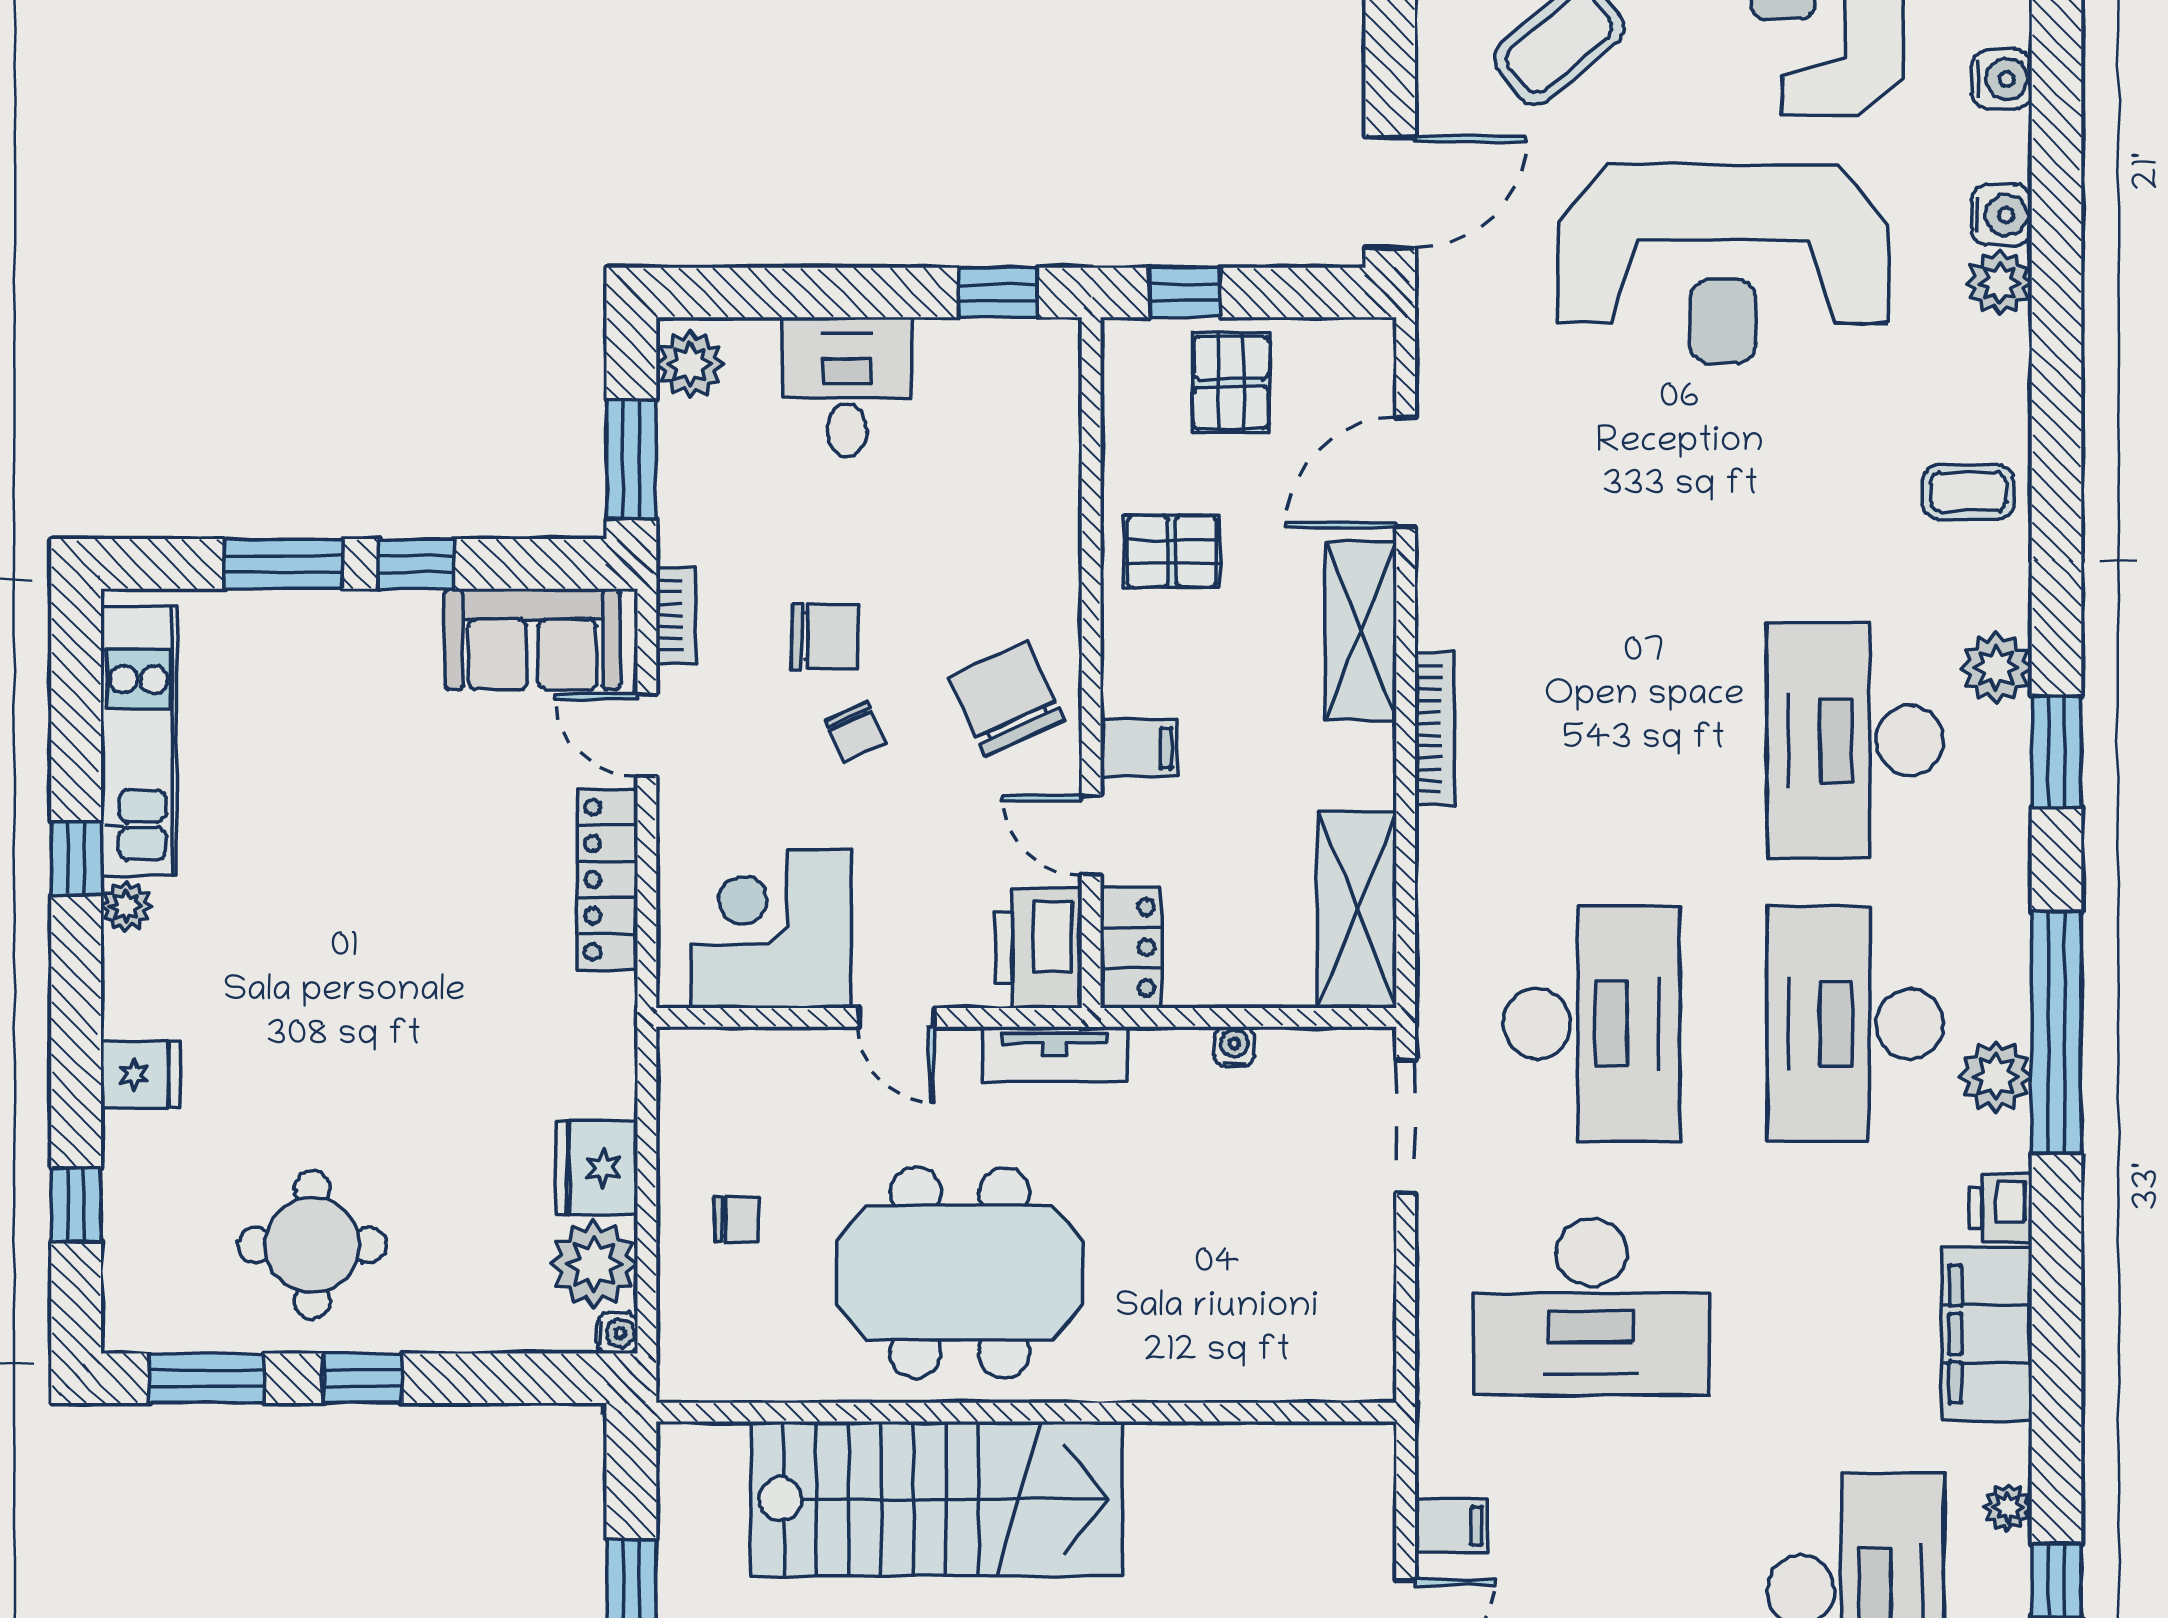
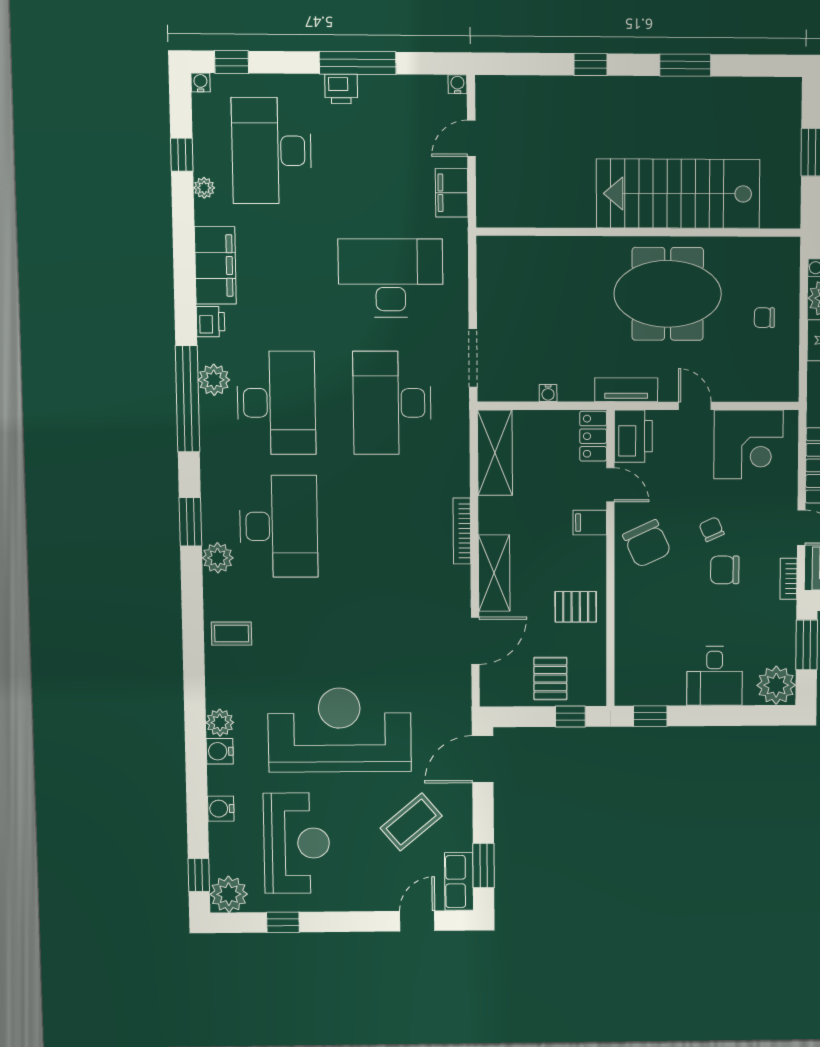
plant: (690, 364) -> (776, 685), width x1.36, depth x1.36
filing cabinet: (1451, 1526) -> (452, 193), width x2.00

